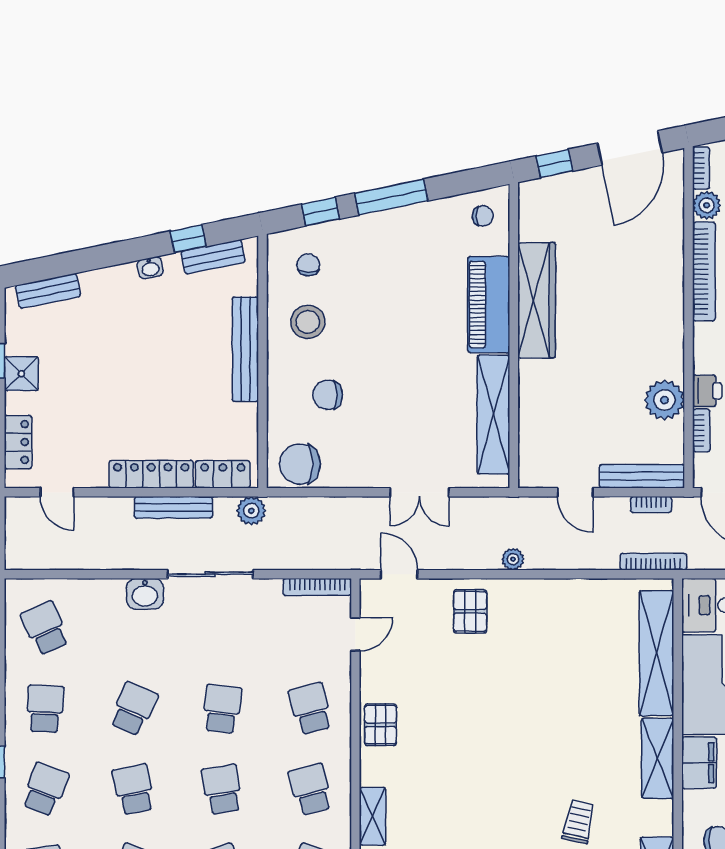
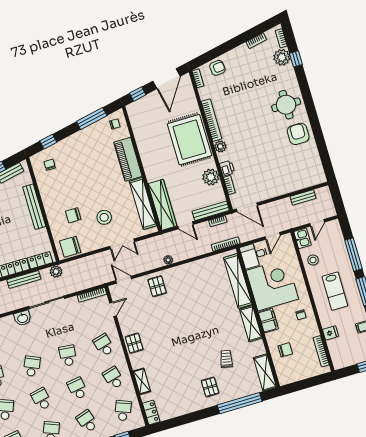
window: (391, 197) -> (92, 119), moved
plant: (707, 205) -> (220, 146), moved
wardrobe: (537, 300) -> (162, 205), moved
rug: (641, 301) -> (189, 140), added
stool: (308, 322) -> (104, 217), moved

